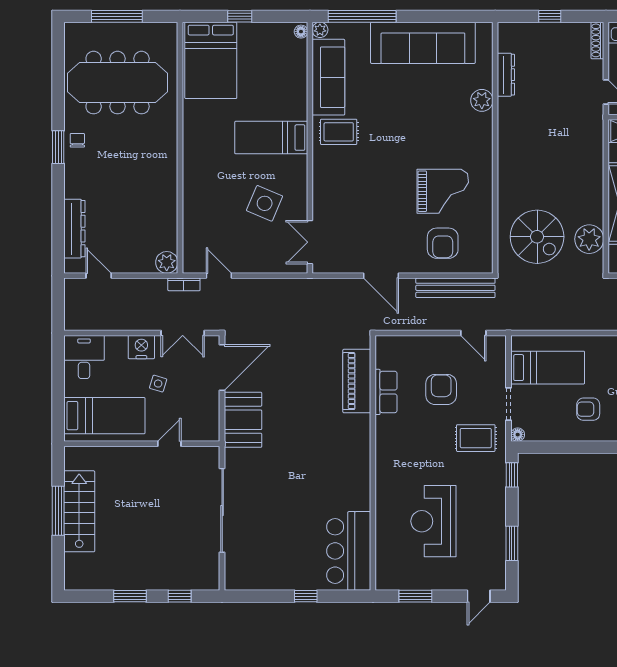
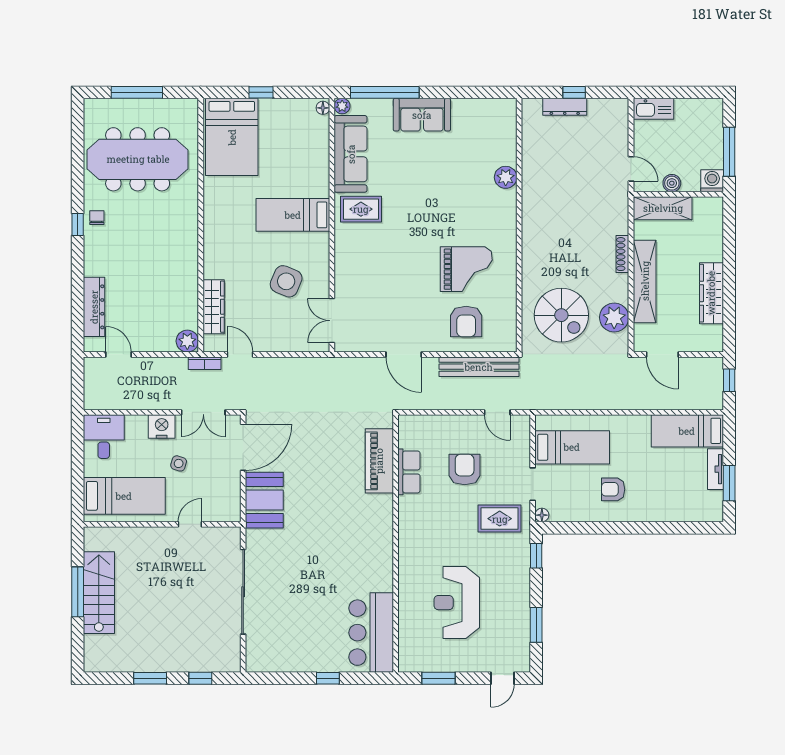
shoe rack: (597, 40) -> (622, 254), moved
sofa: (423, 43) -> (422, 115), width x0.54, depth x0.79
dresser: (506, 75) -> (565, 107), moved, turned 90
window: (58, 147) -> (78, 225), width x0.67
wardrobe: (193, 228) -> (214, 307), added

